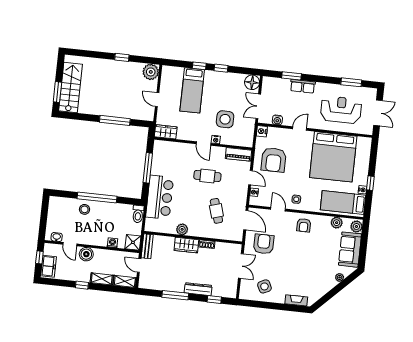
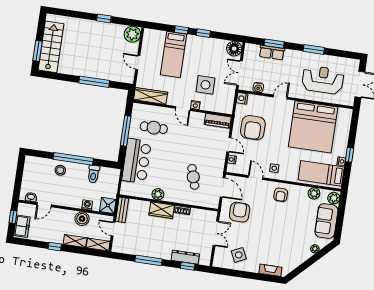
window: (351, 82) -> (314, 49), moved
row of seats: (303, 86) -> (272, 53), moved
wardrobe: (166, 132) -> (151, 96), width x1.50
cafe table: (207, 176) -> (154, 128), moved
toilet: (138, 214) -> (93, 174), moved
door: (70, 244) -> (44, 205), hinge flipped
boiler: (86, 254) -> (82, 219), moved
dresser: (198, 289) -> (185, 257), moved

